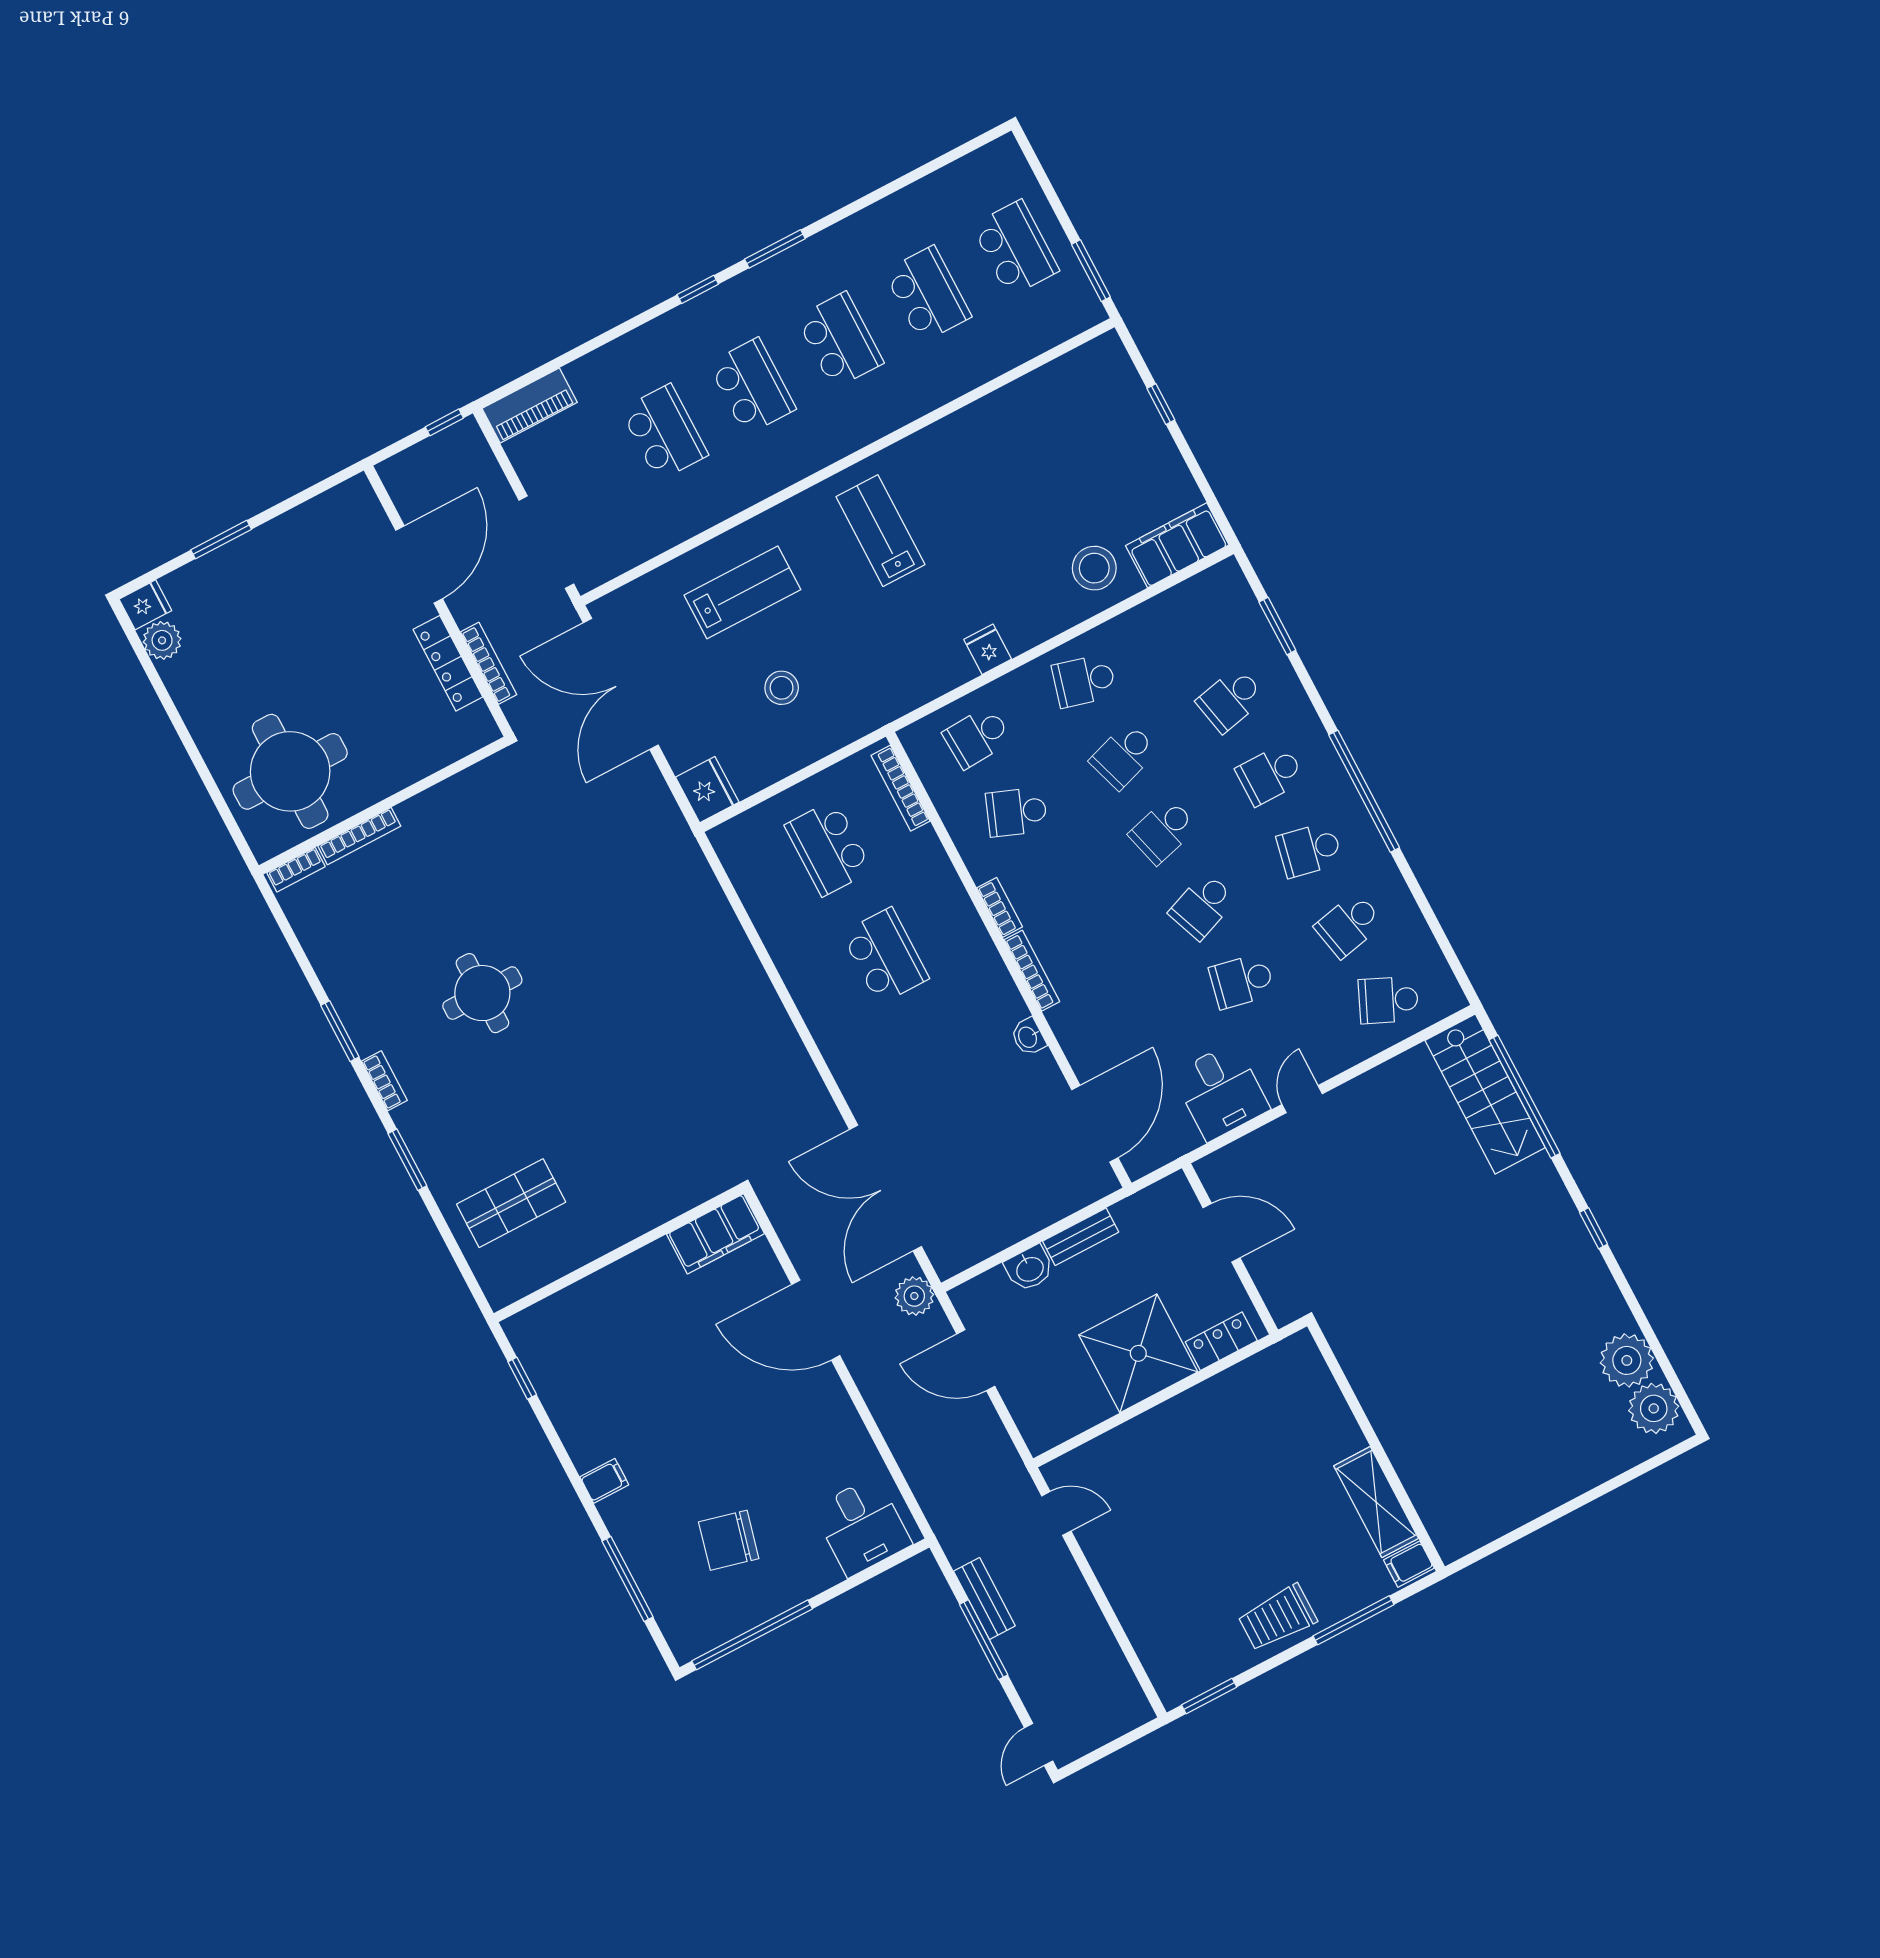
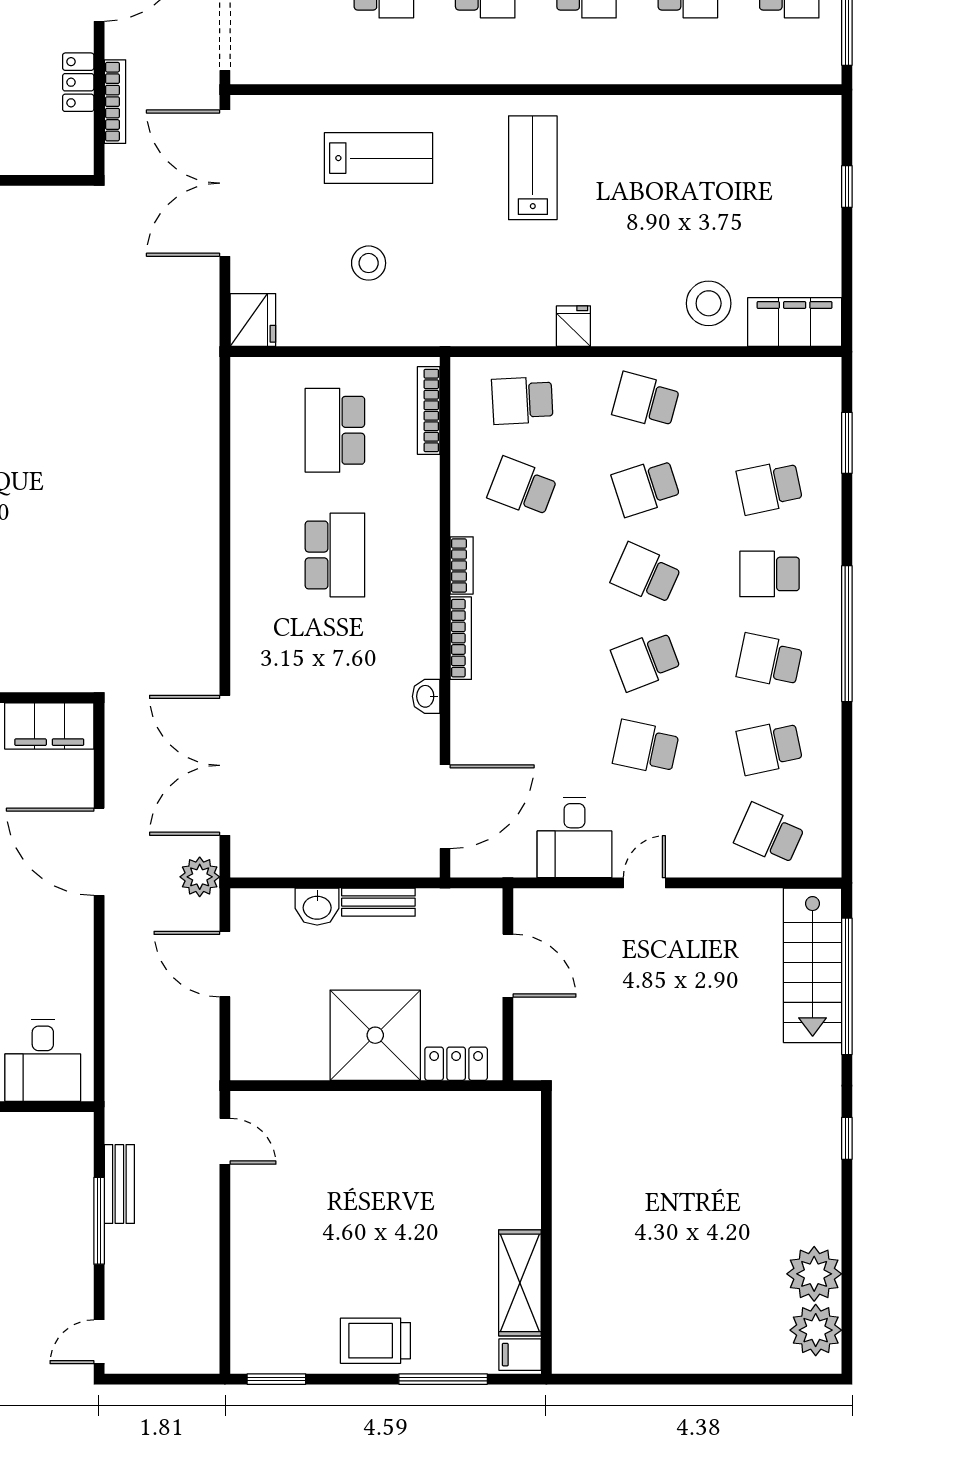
locker: (448, 663) -> (78, 82), width x0.66
school desk: (1163, 831) -> (646, 574), turned 39

